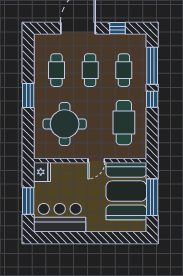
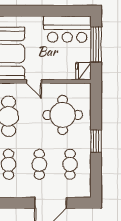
window: (118, 28) -> (14, 203), removed
door: (96, 161) -> (34, 81), swing flipped
window: (28, 201) -> (96, 44), width x1.44

